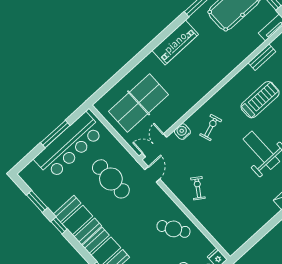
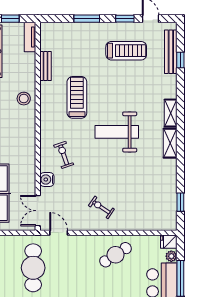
stool: (225, 63) -> (24, 99), added
cafe table: (111, 179) -> (33, 268), turned 90
window: (253, 241) -> (180, 202), added

